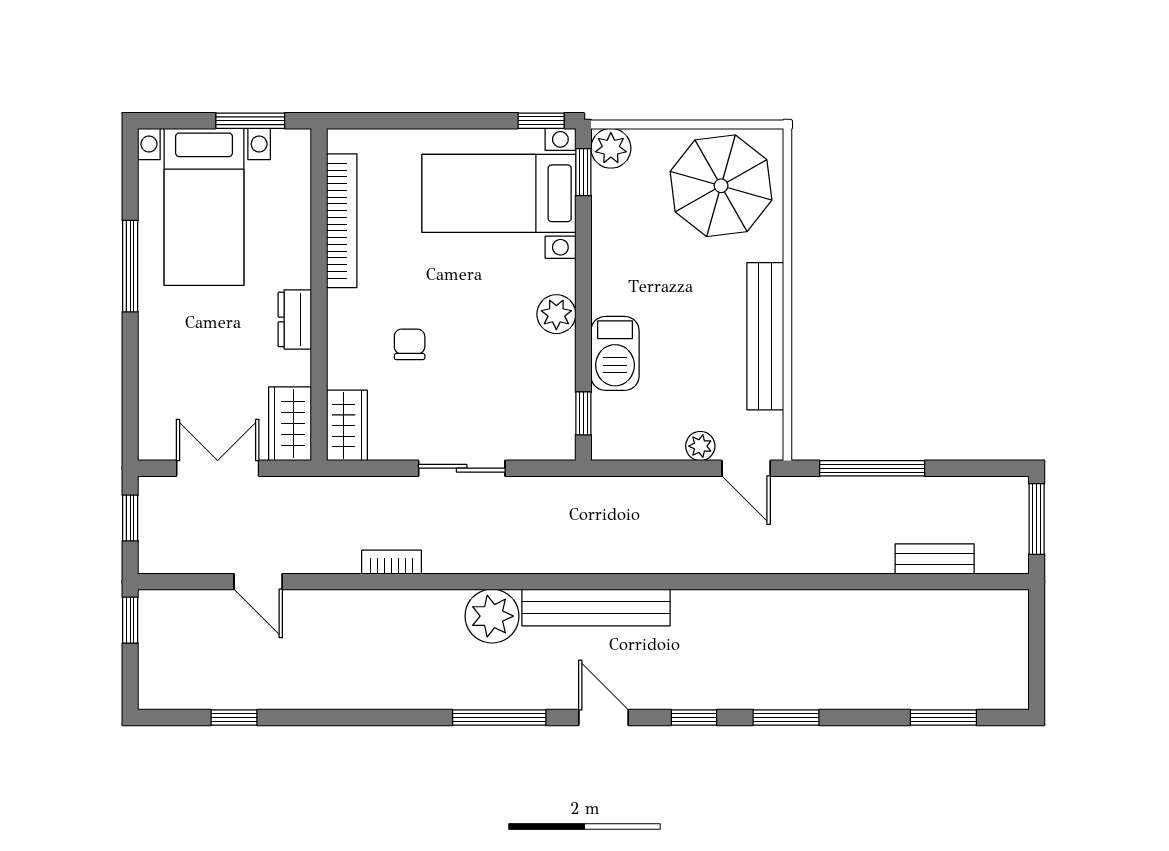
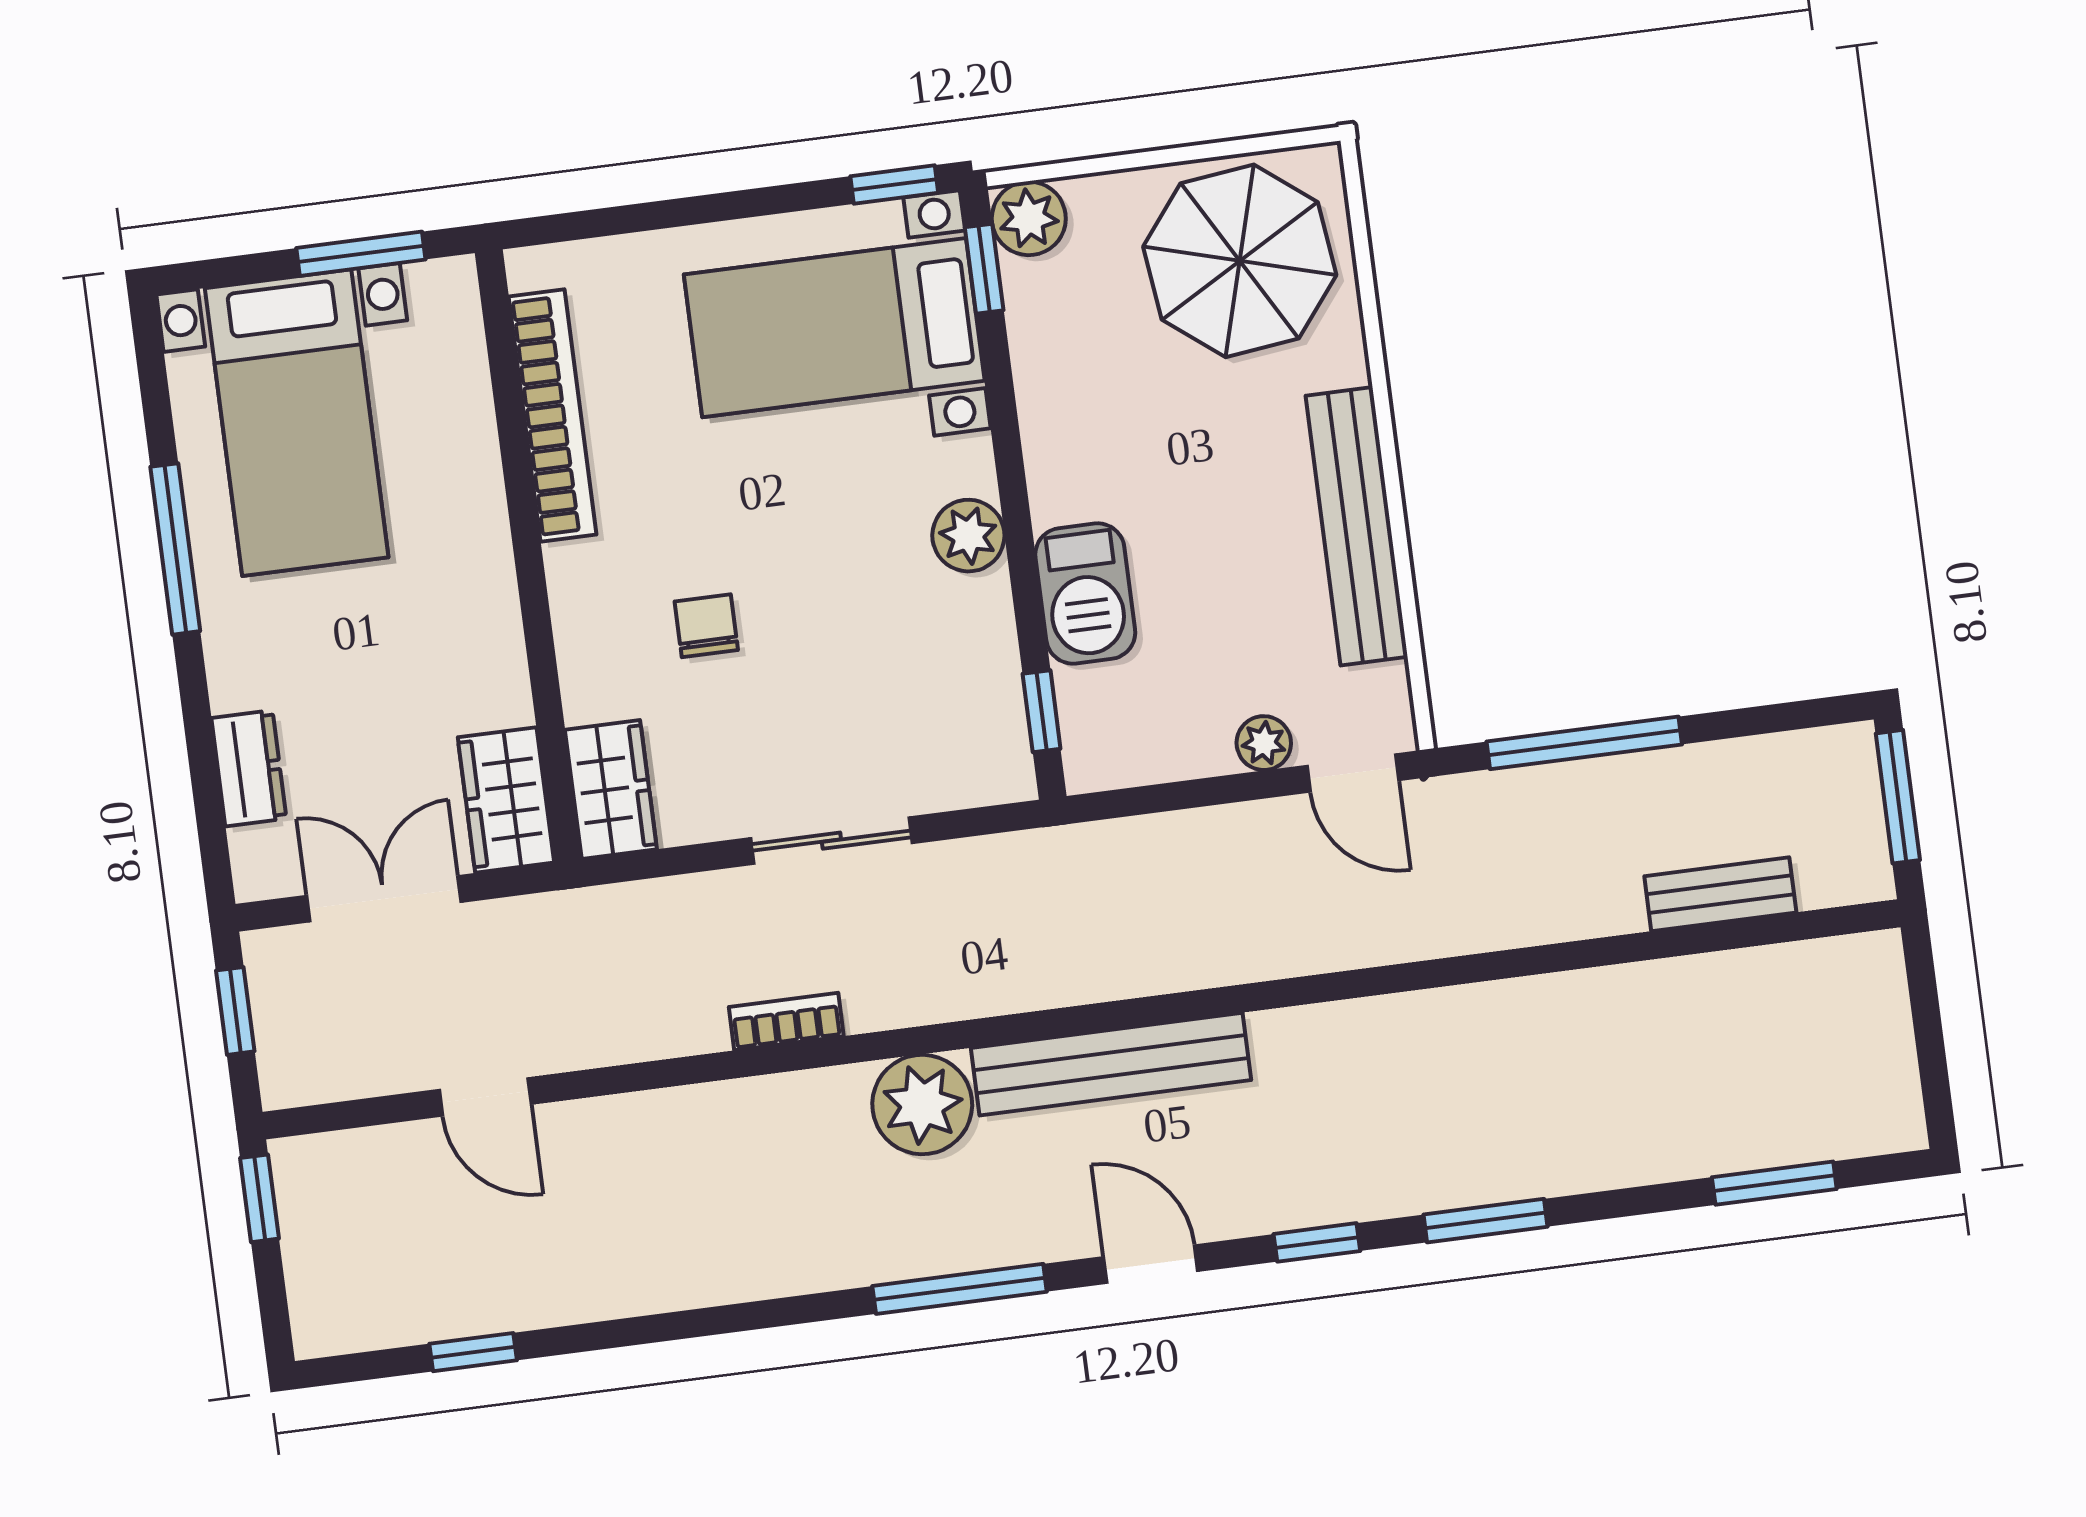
dresser: (295, 319) -> (249, 768), moved, turned 180
bookcase: (391, 562) -> (786, 1022), moved

